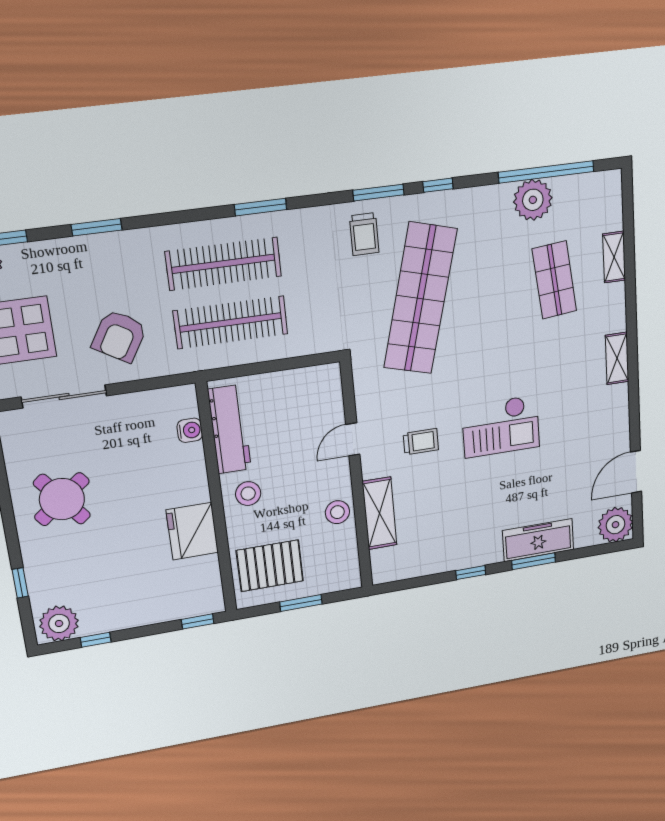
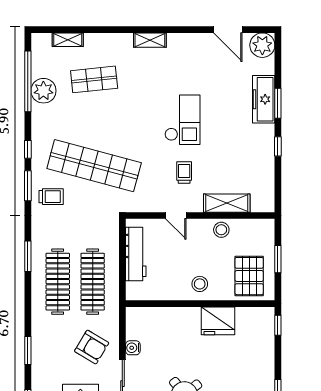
shelving: (614, 257) -> (68, 40), moved
workbench: (230, 429) -> (136, 254), moved, turned 90
water cooler: (190, 430) -> (133, 348), moved, turned -90

